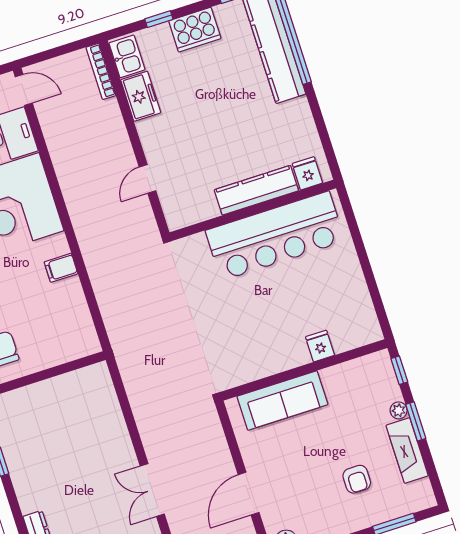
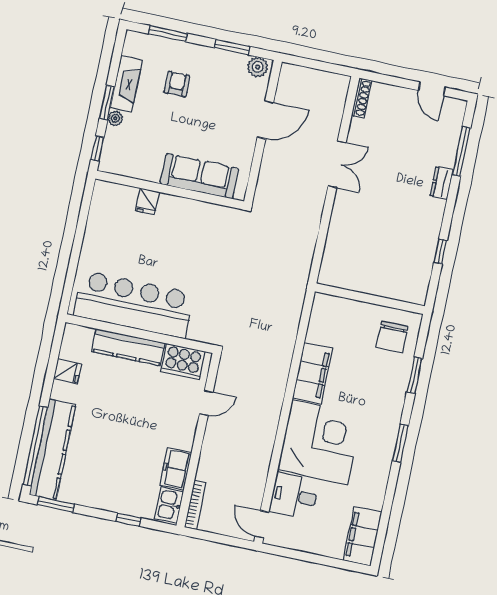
cooker: (195, 30) -> (183, 361), moved, turned 180
fridge: (307, 173) -> (67, 371), moved, turned -90
filing cabinet: (61, 268) -> (313, 373), width x3.00, depth x1.17

